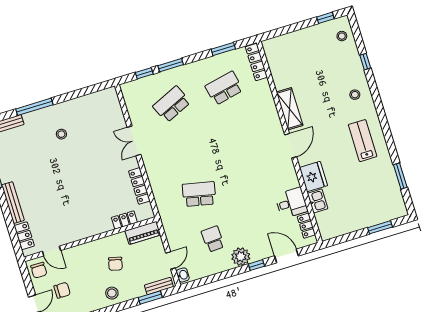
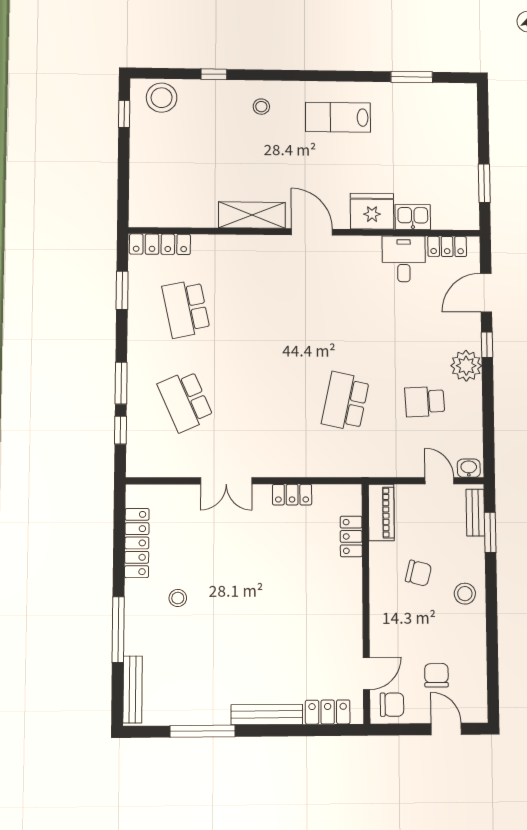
stool: (342, 36) -> (162, 98), width x1.89, depth x1.89
locker: (85, 102) -> (137, 543), added
locker: (139, 186) -> (292, 495), width x0.66
window: (380, 227) -> (484, 183), moved

